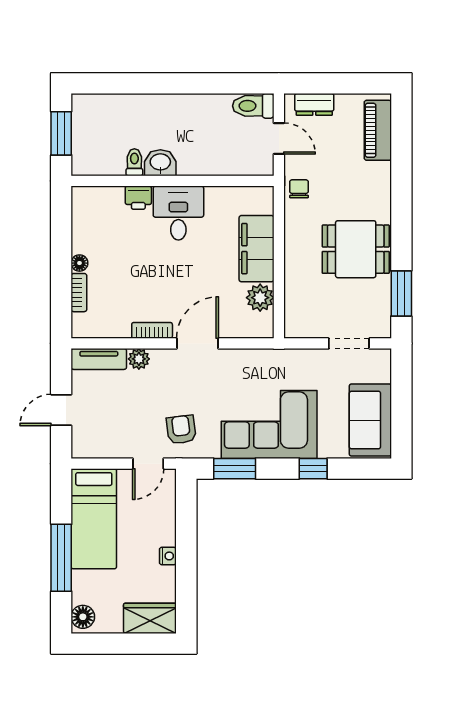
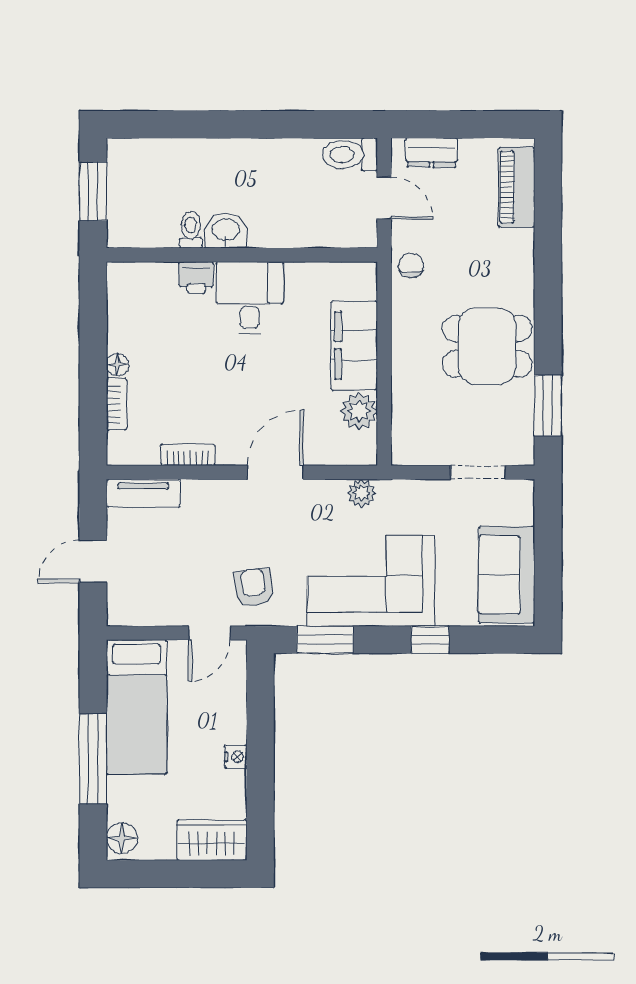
bookcase: (152, 330) -> (188, 455), moved
plant: (139, 359) -> (361, 493), moved

